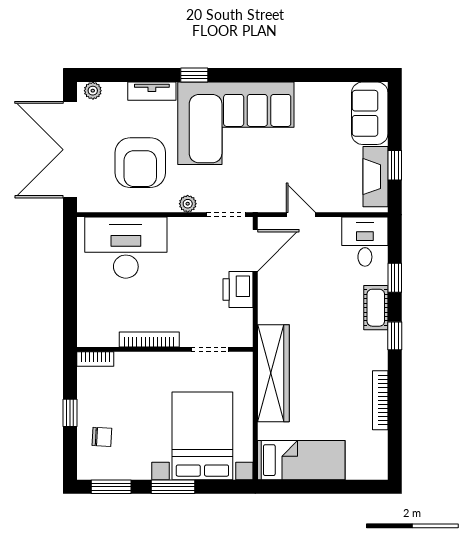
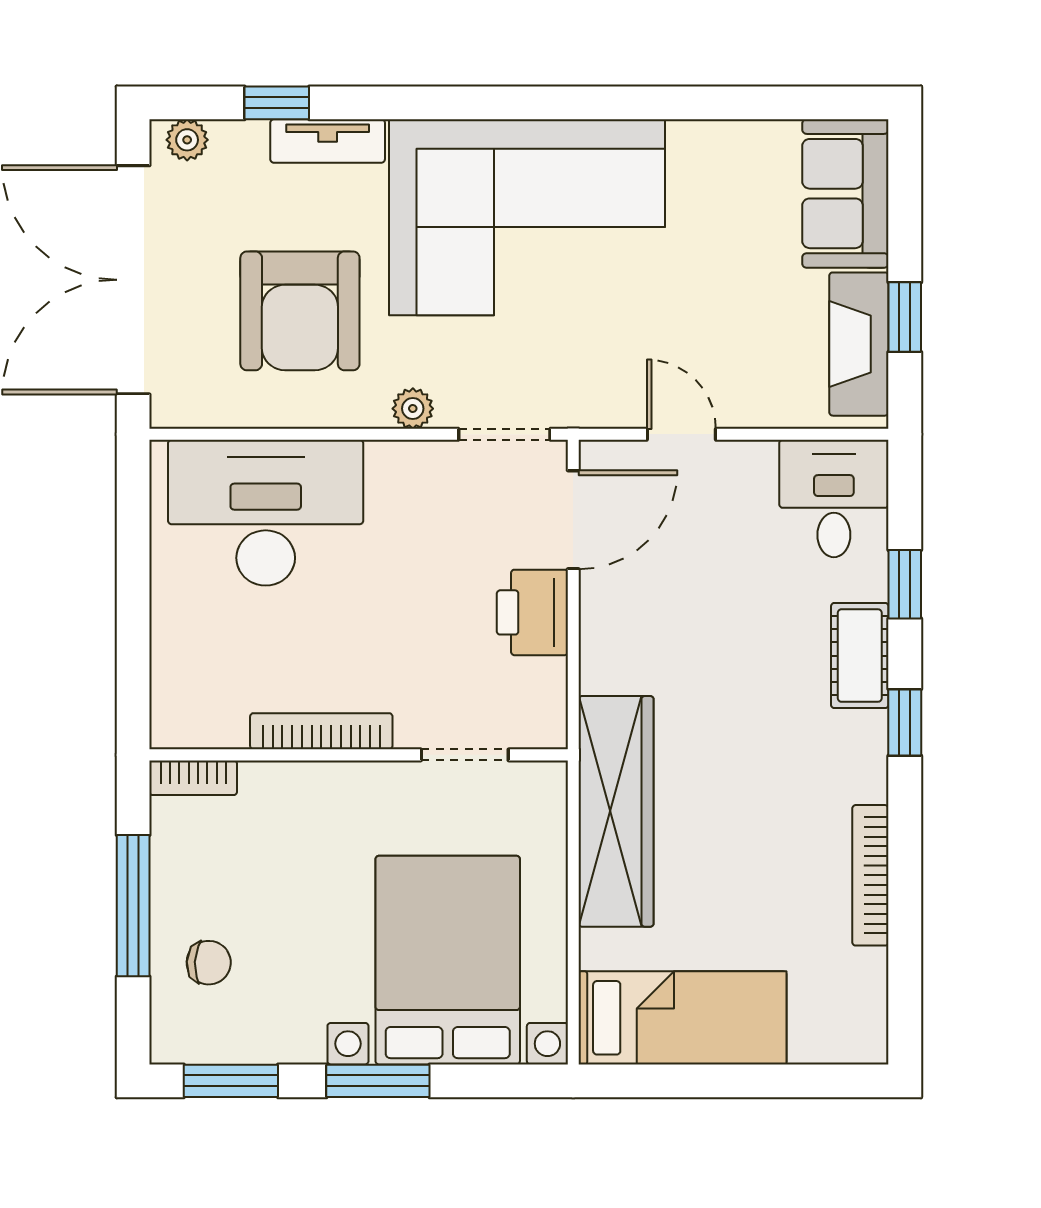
window: (194, 75) -> (277, 103), moved
window: (70, 413) -> (133, 906), width x2.17

